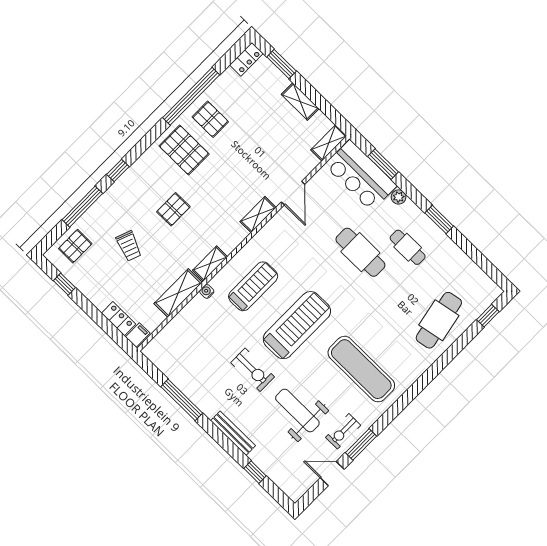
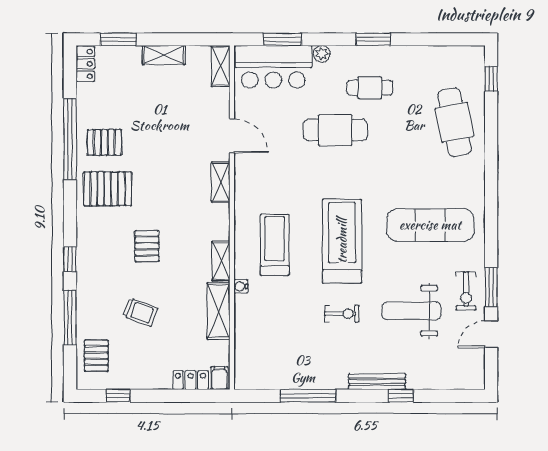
exercise bike: (253, 370) -> (342, 314), width x0.73, depth x0.72
window: (255, 472) -> (401, 396), moved

